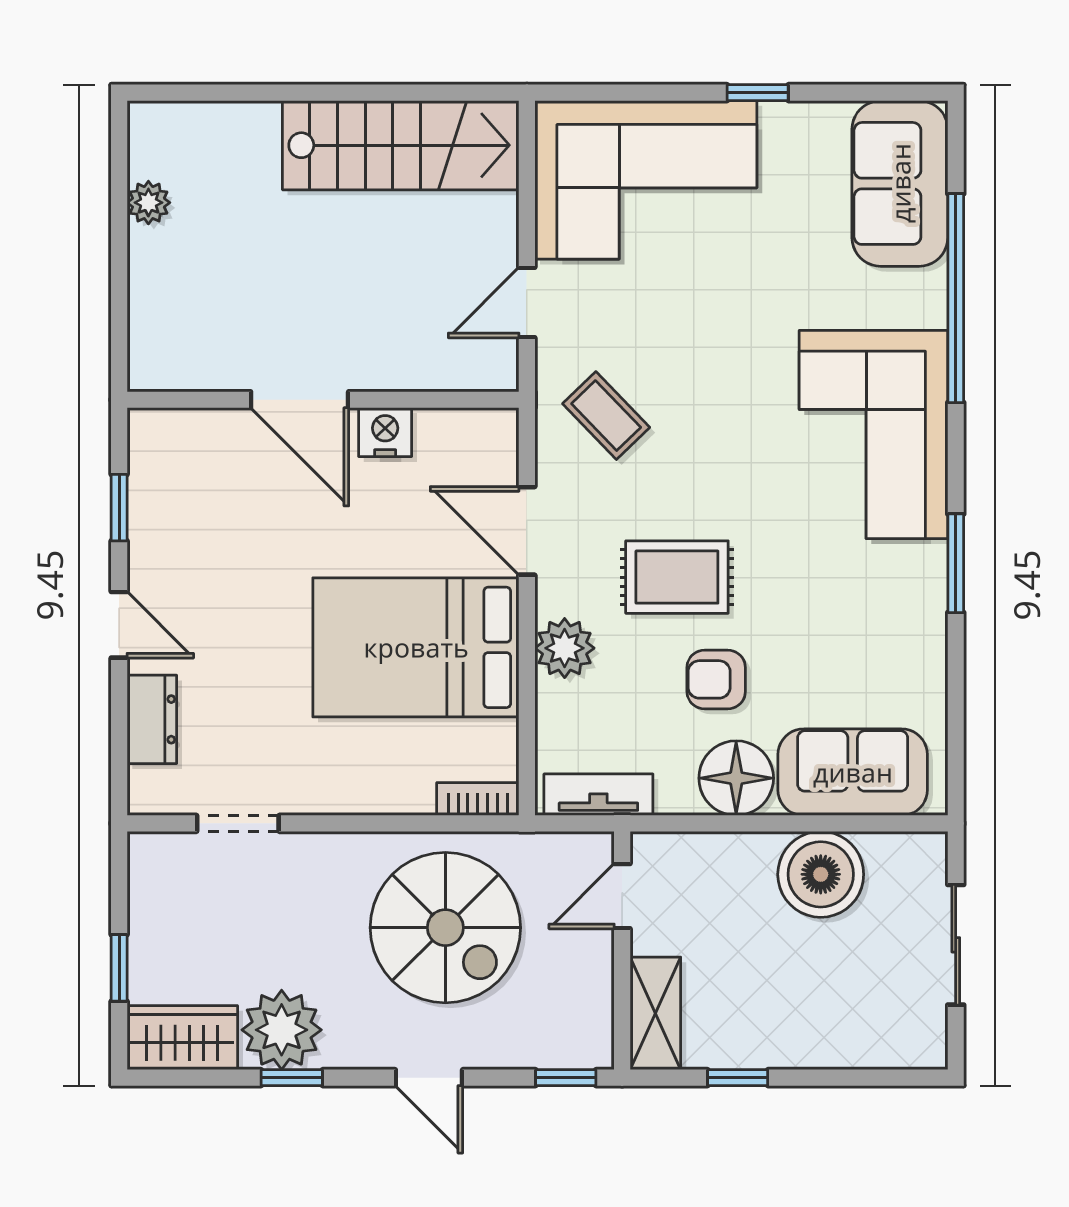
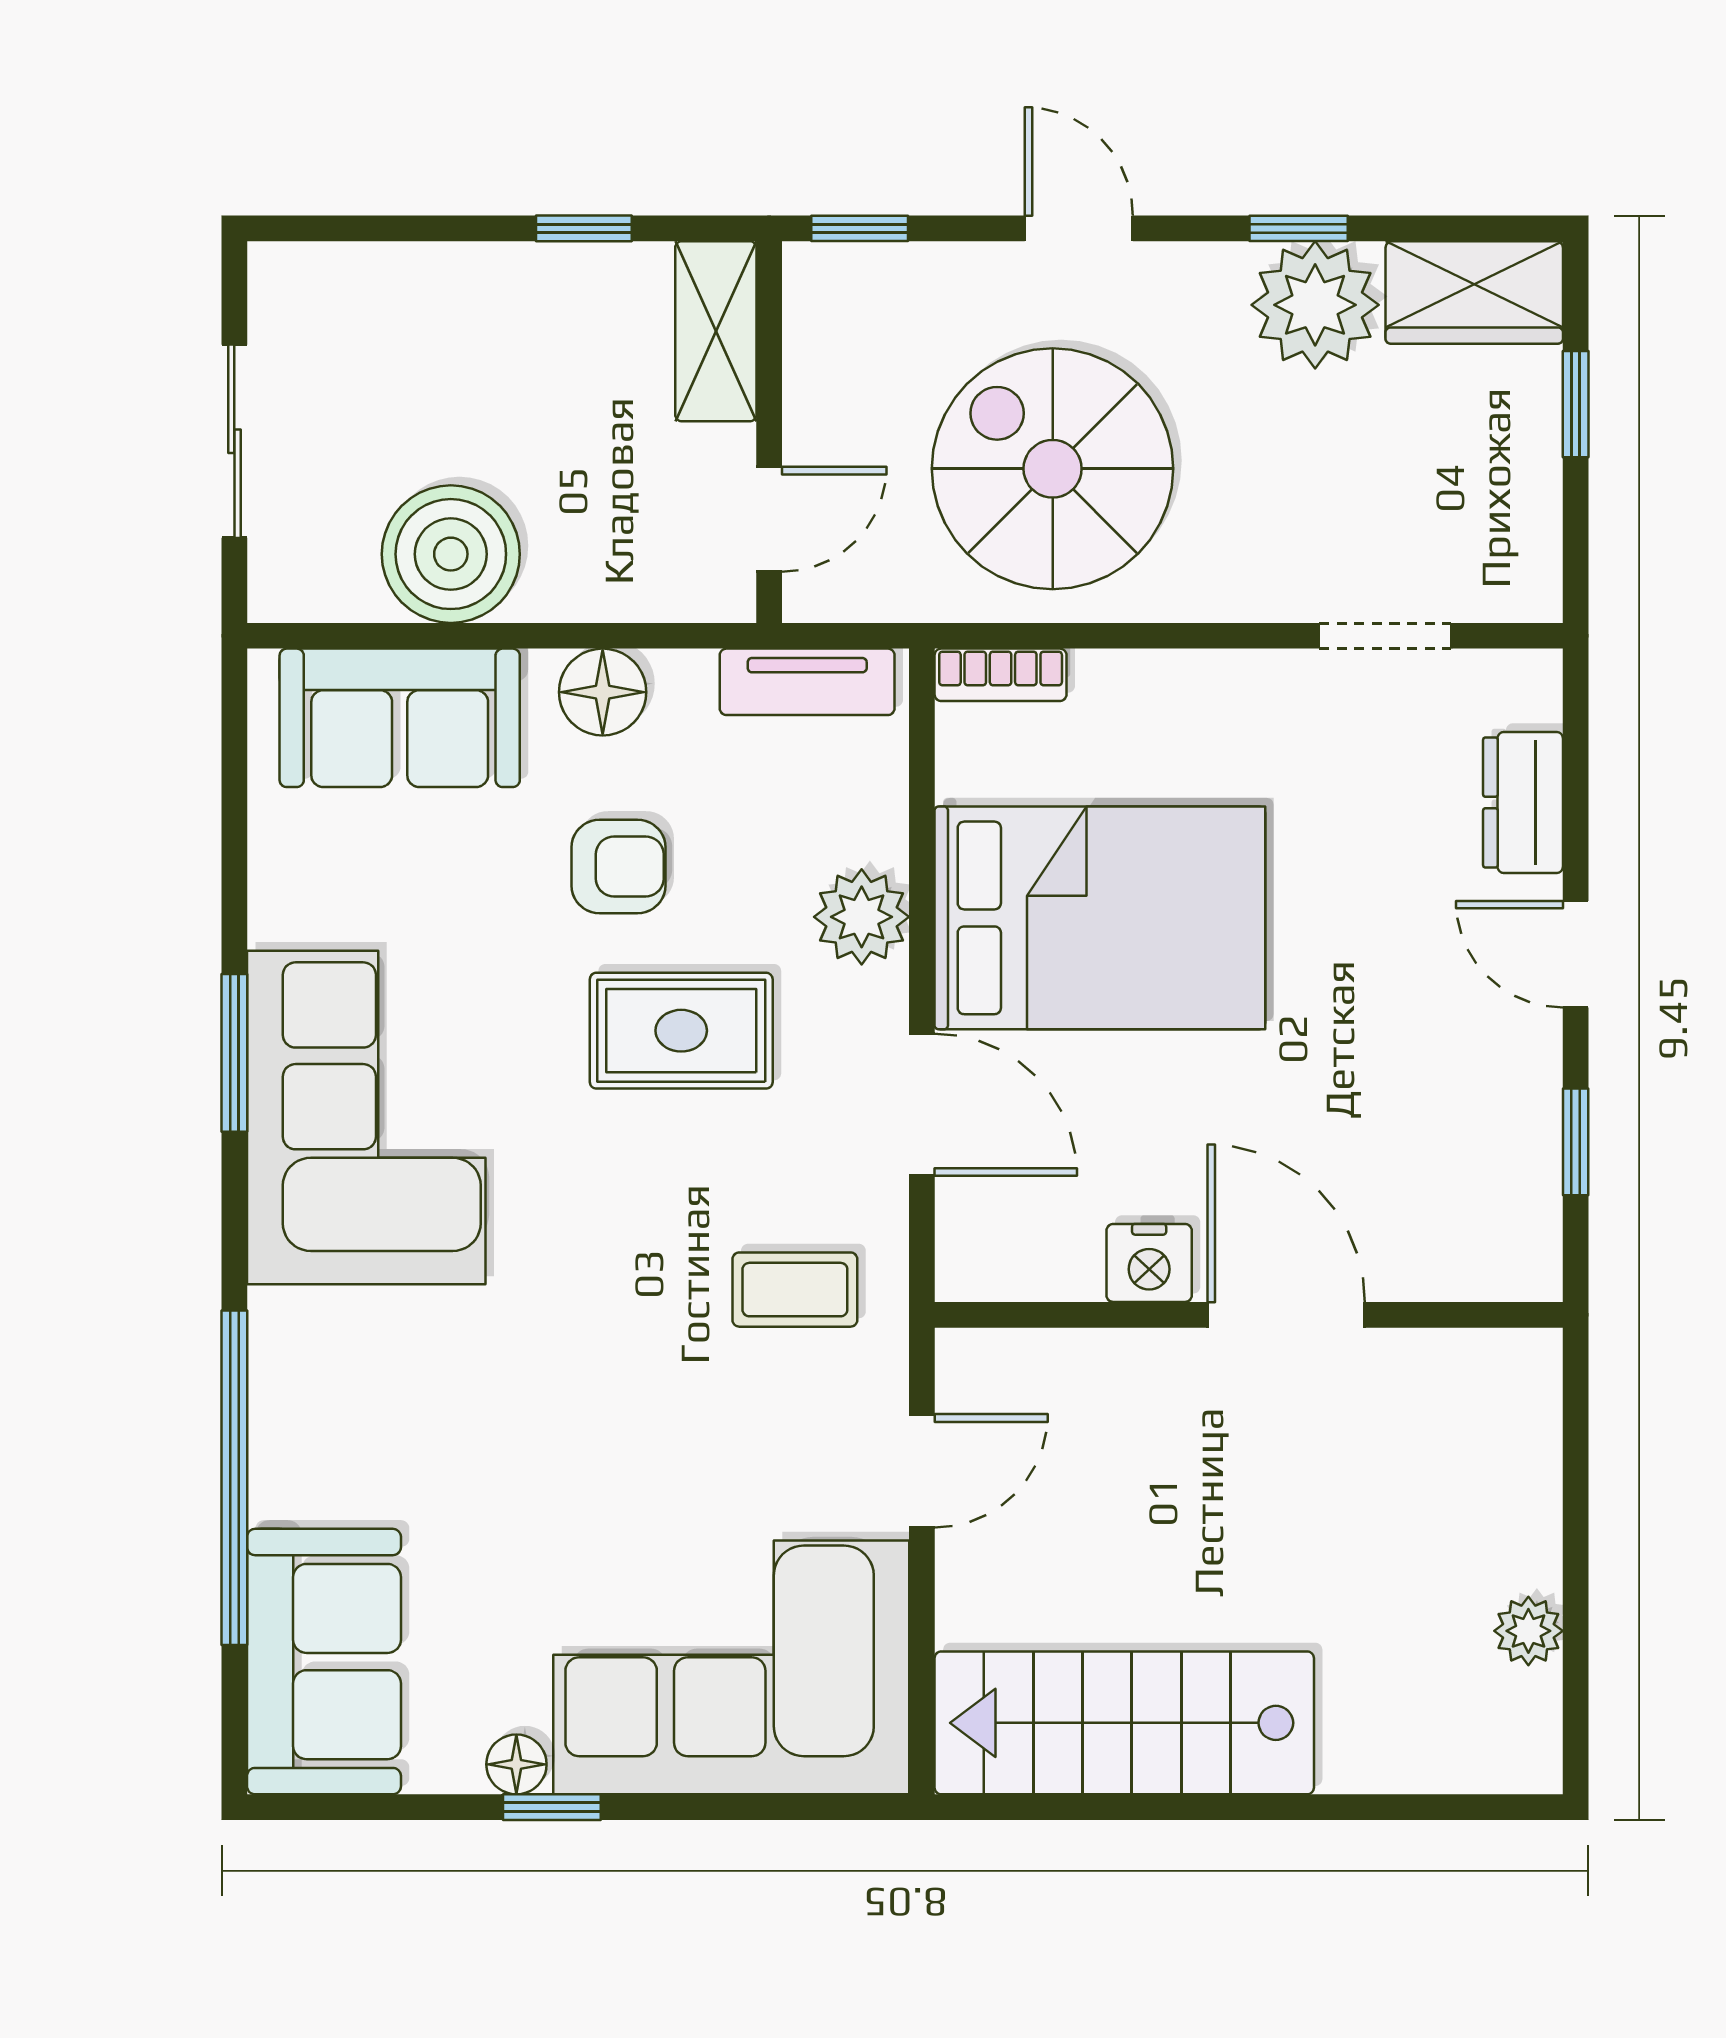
floor lamp: (780, 119) -> (516, 1764), added
coffee table: (606, 416) -> (795, 1290), turned -46
corner sofa: (873, 434) -> (366, 1118), moved
floor lamp: (736, 778) -> (603, 692), width x0.73, depth x0.73

